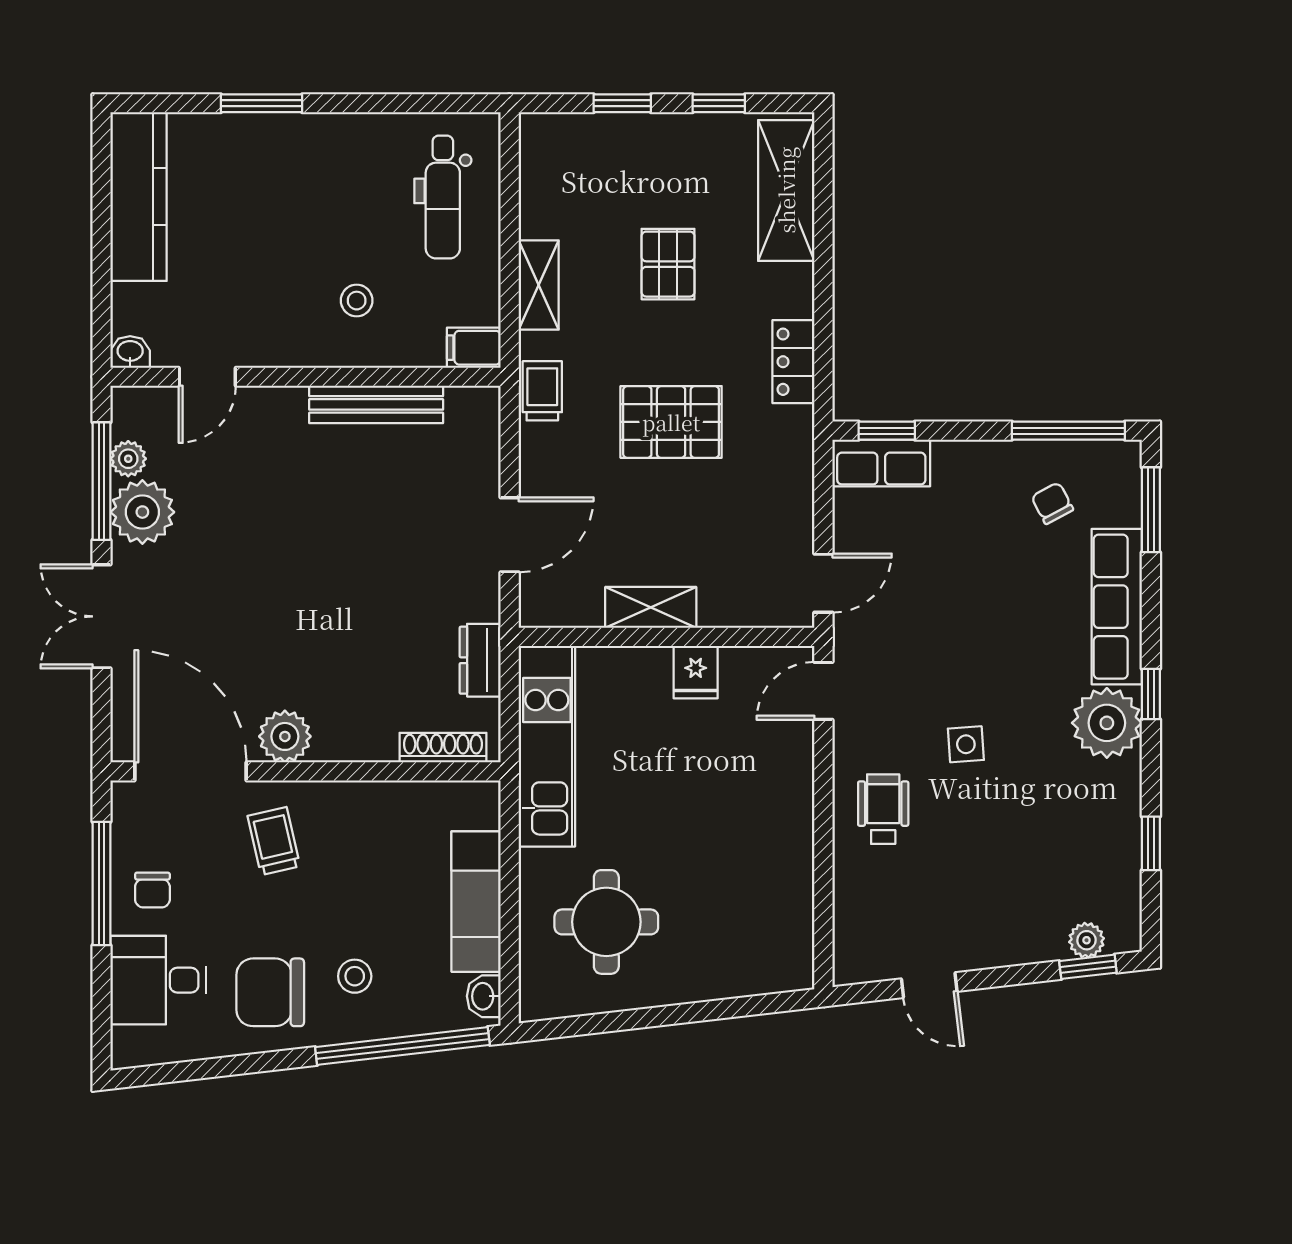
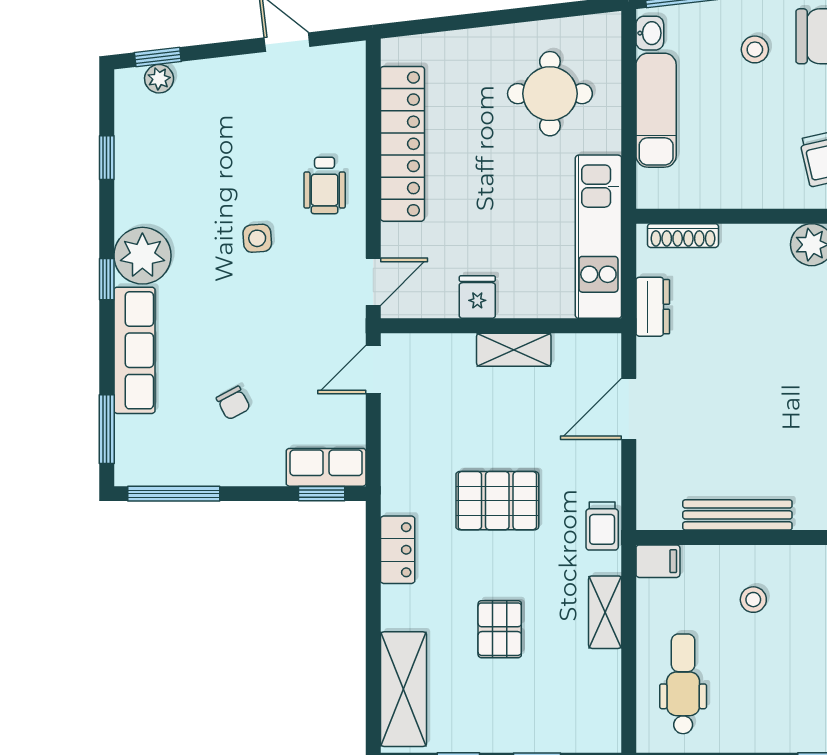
chair: (1052, 503) -> (233, 403), moved
locker: (788, 860) -> (402, 144), added

